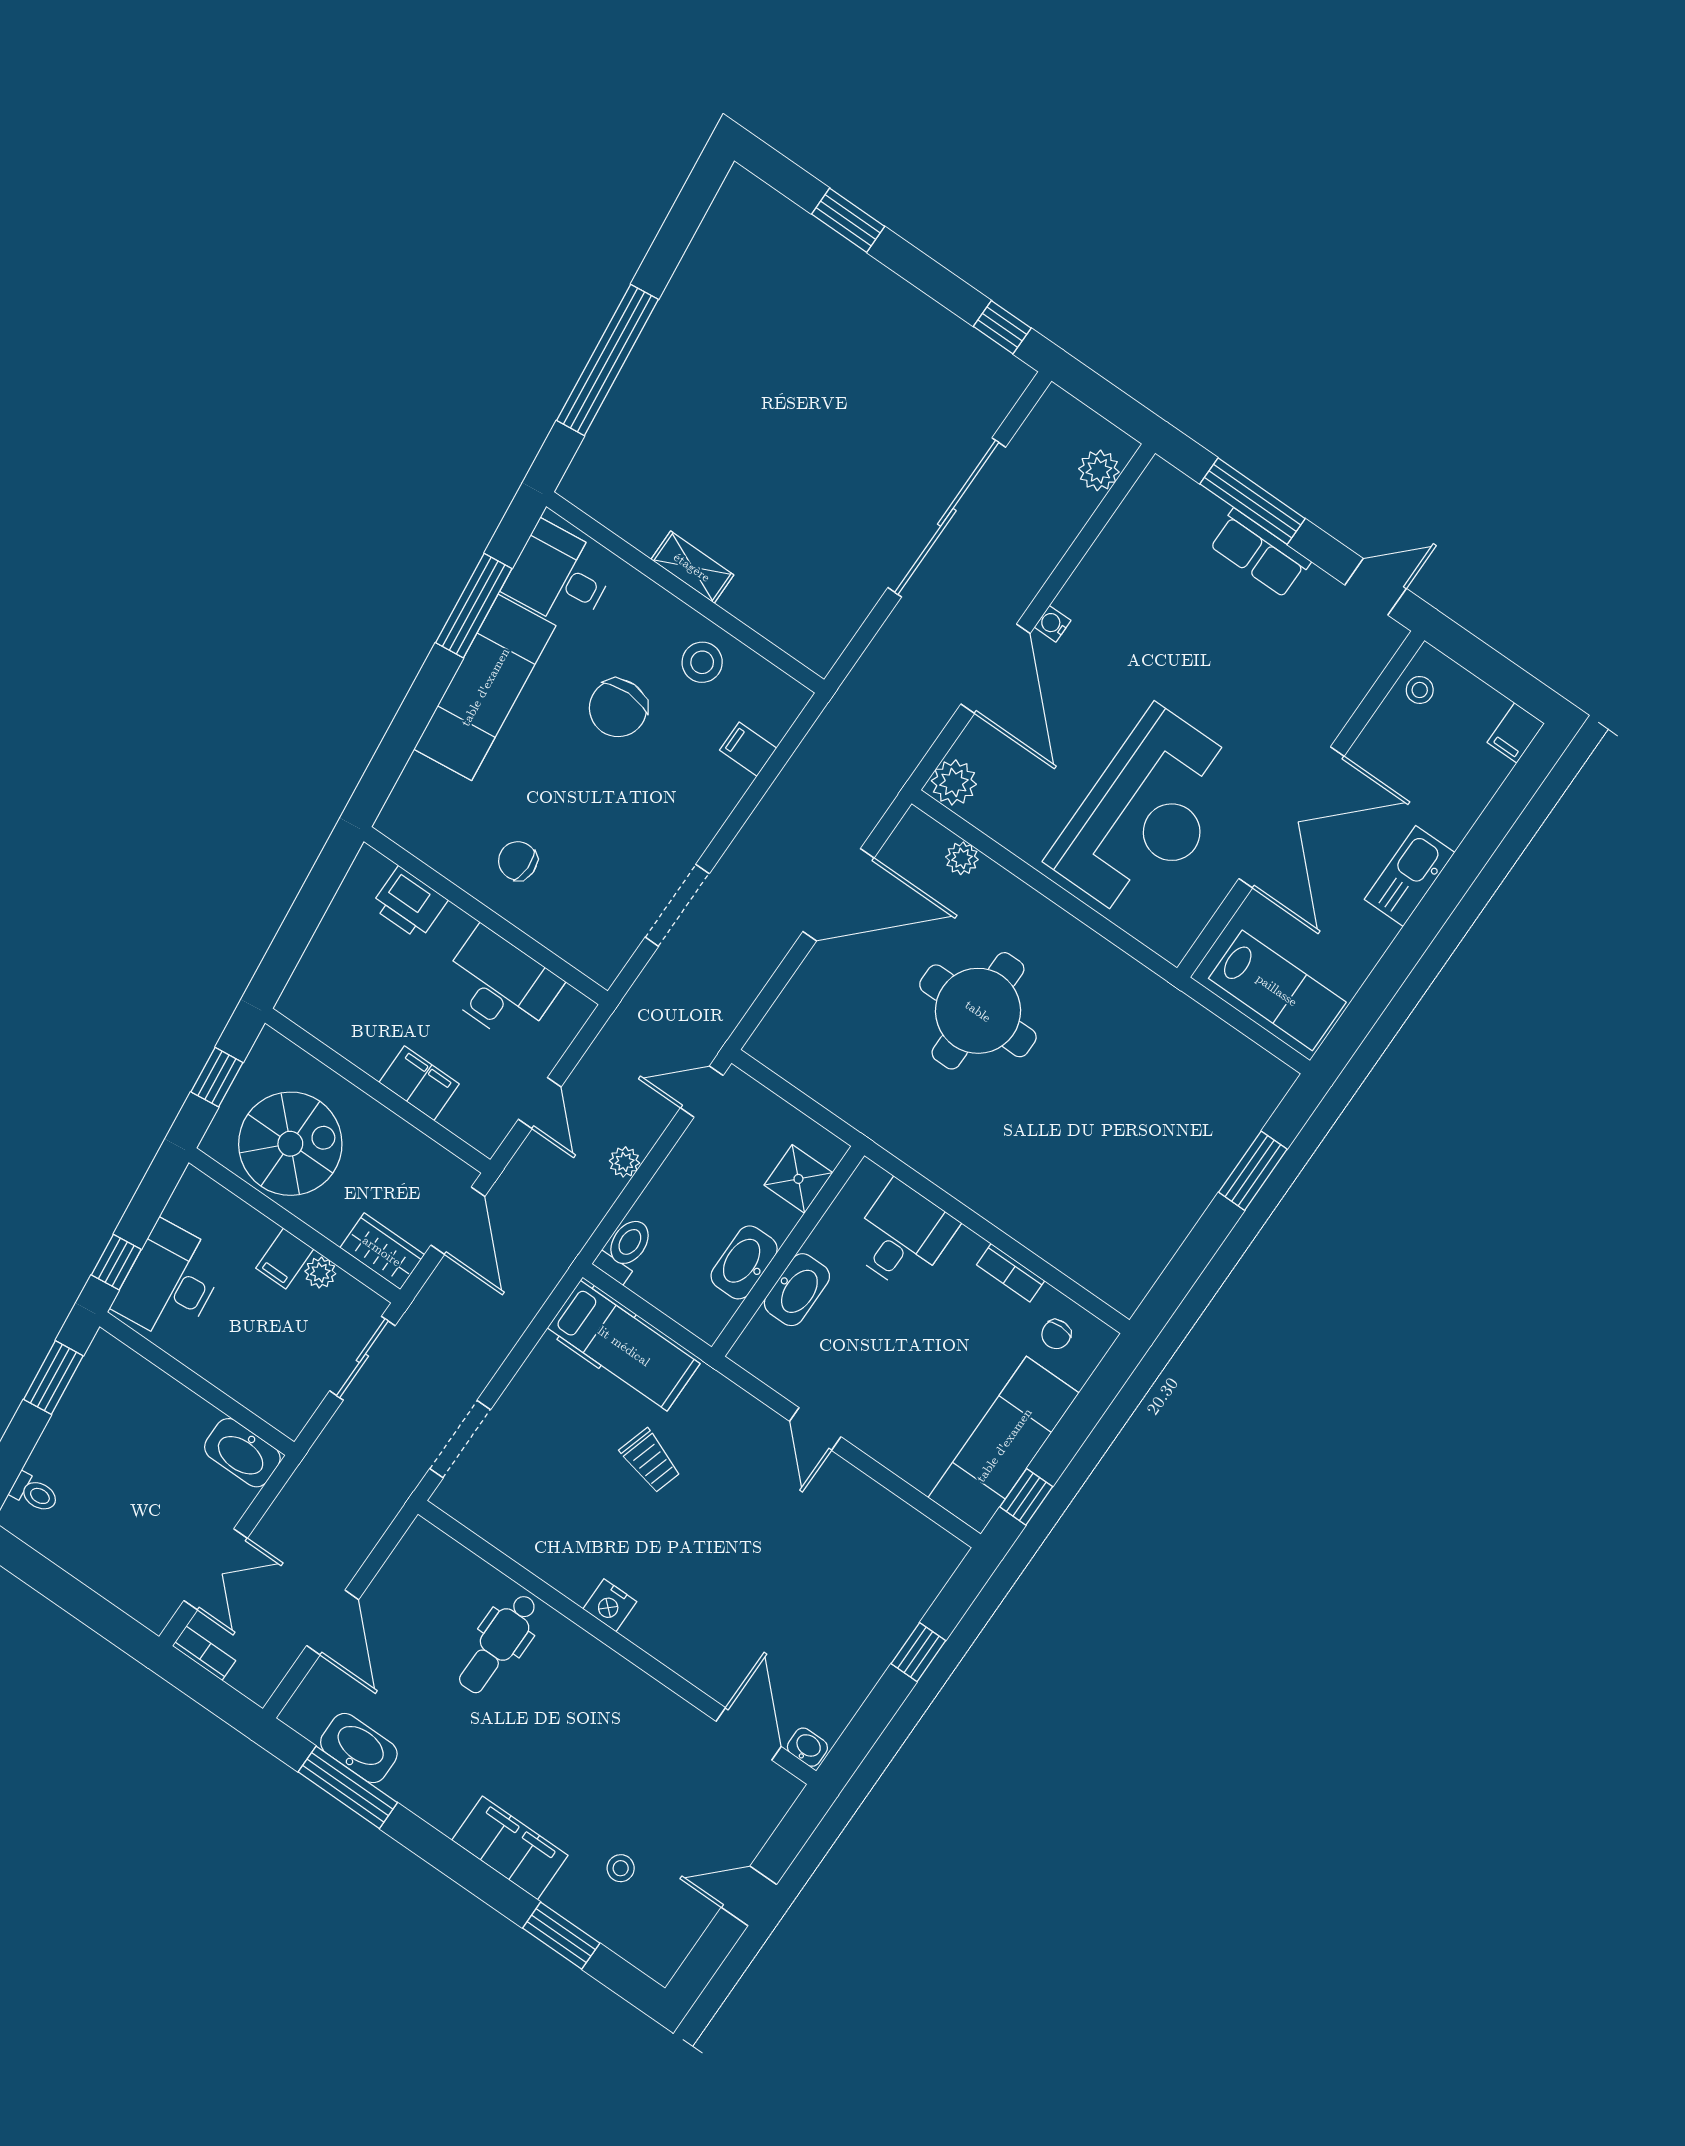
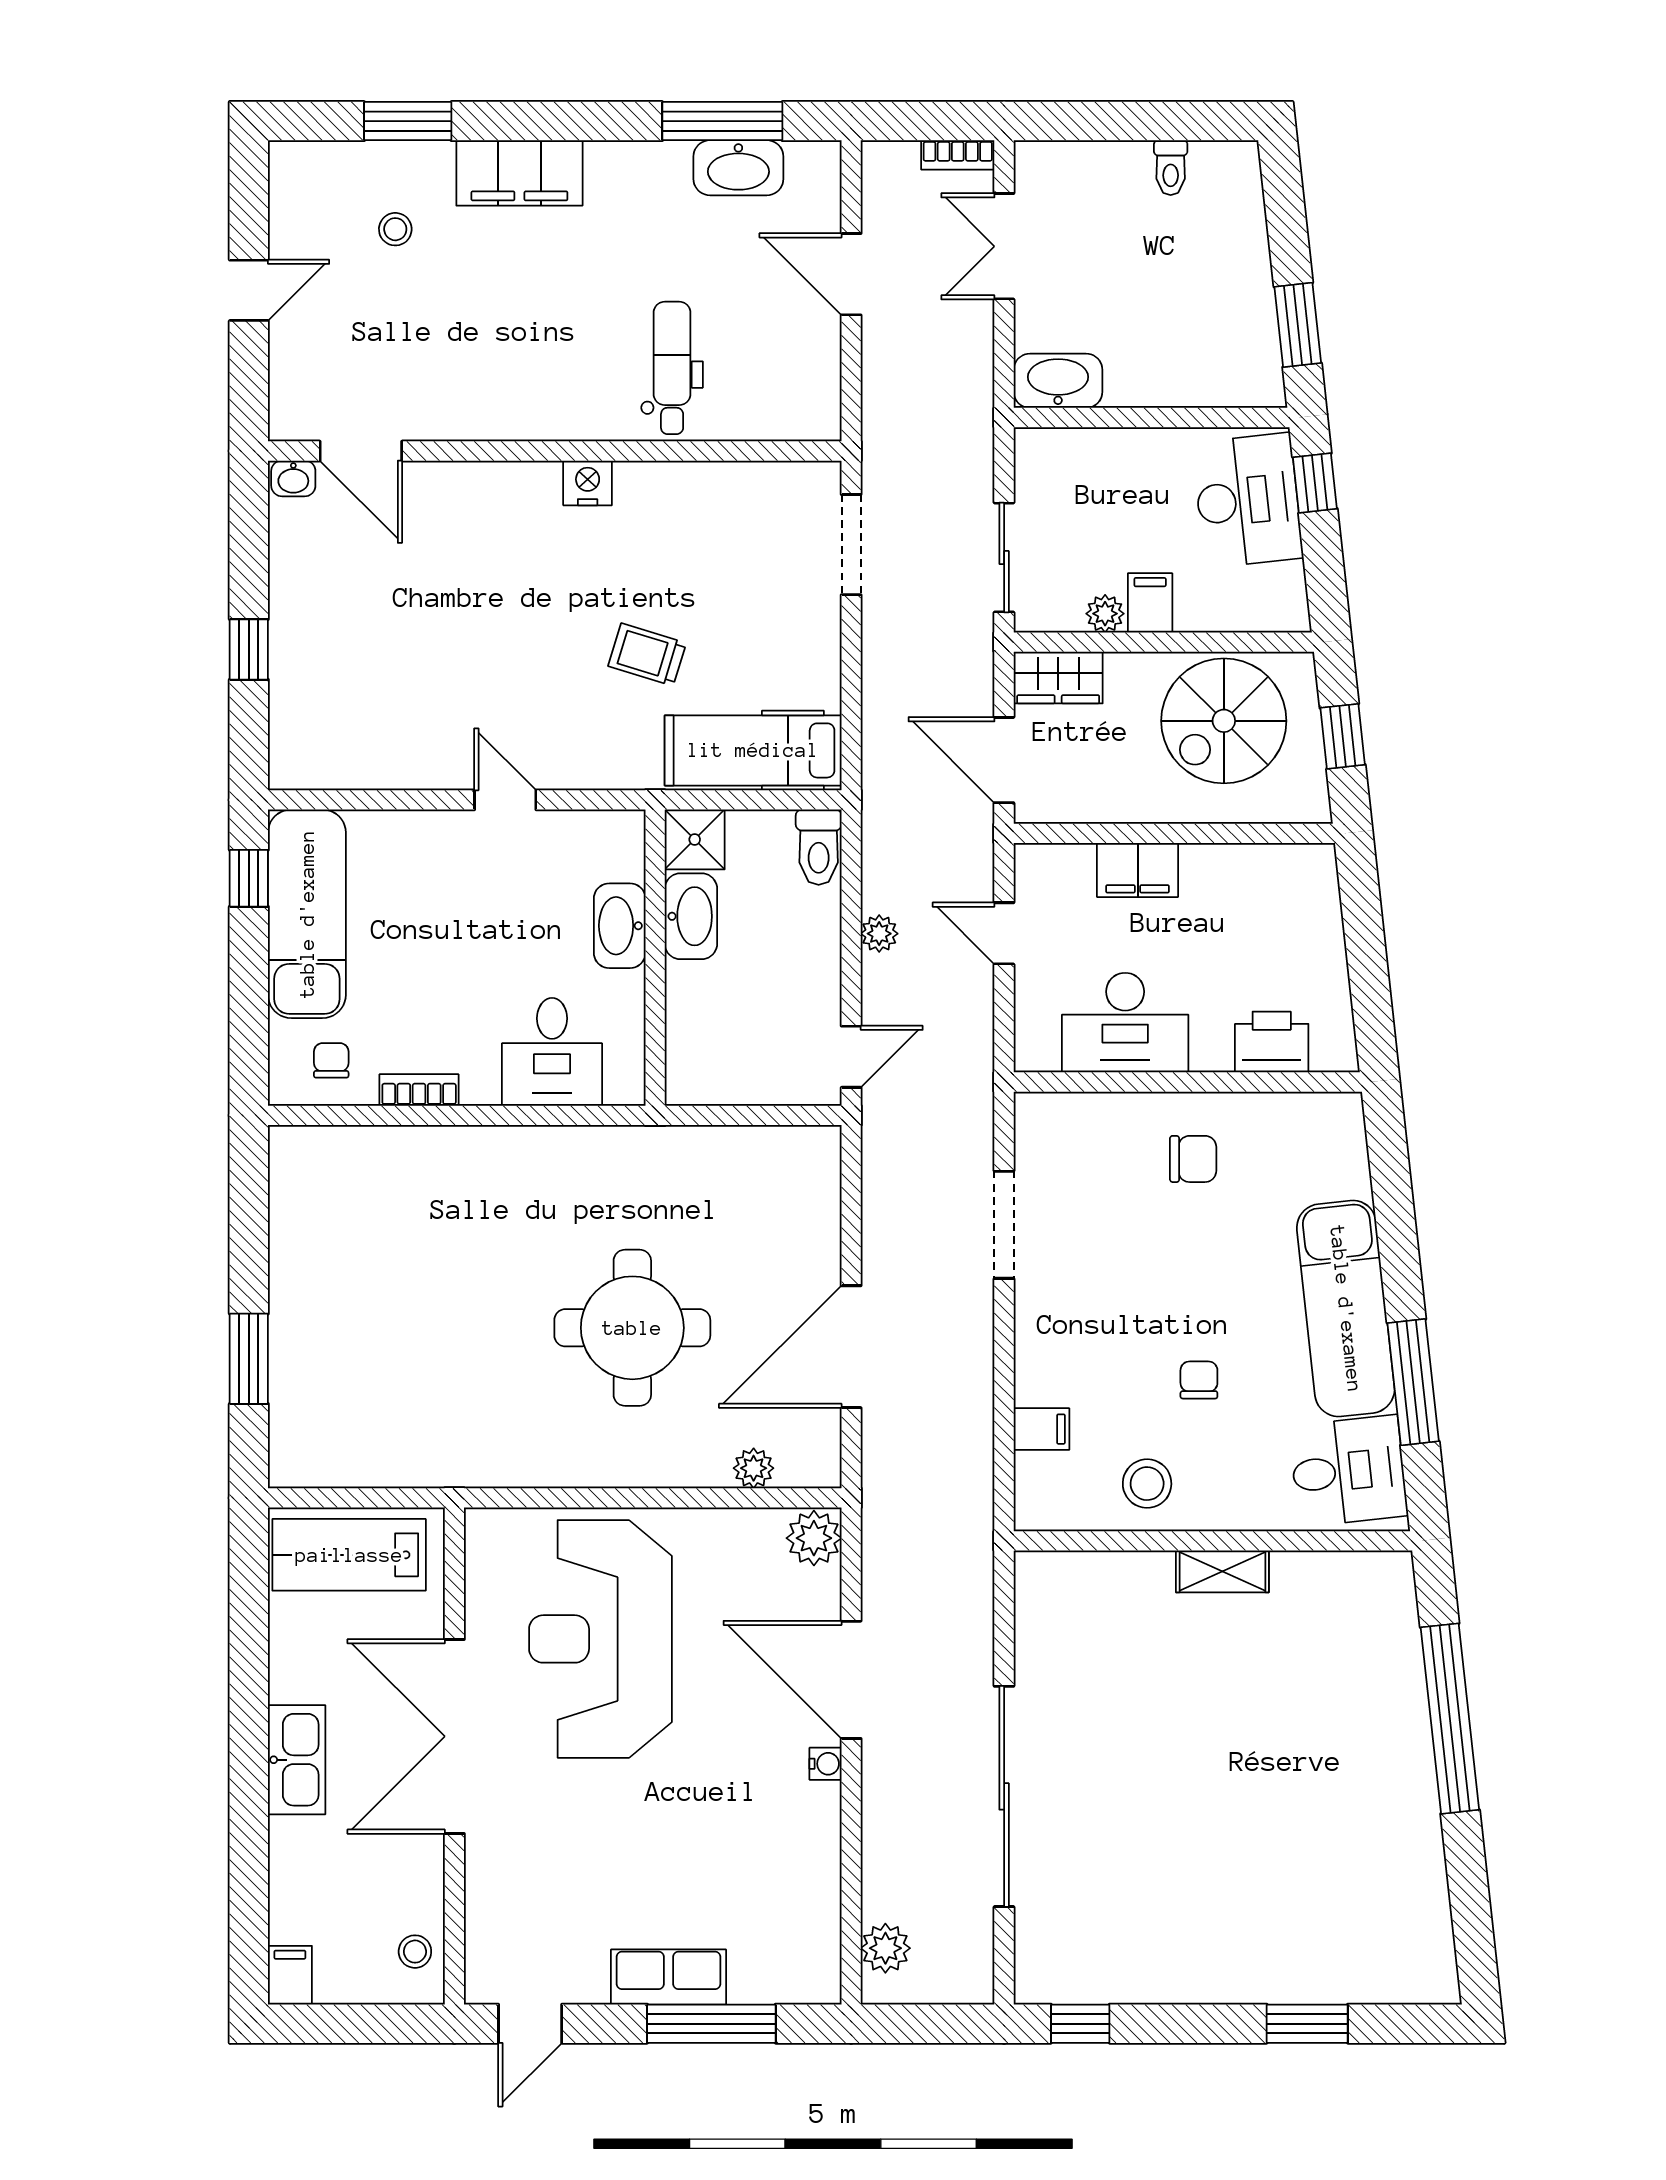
chair: (618, 708) -> (1199, 1380), width x0.54, depth x0.54
shower: (798, 1179) -> (695, 839), moved
toilet: (34, 1493) -> (1171, 168), moved, turned -84

